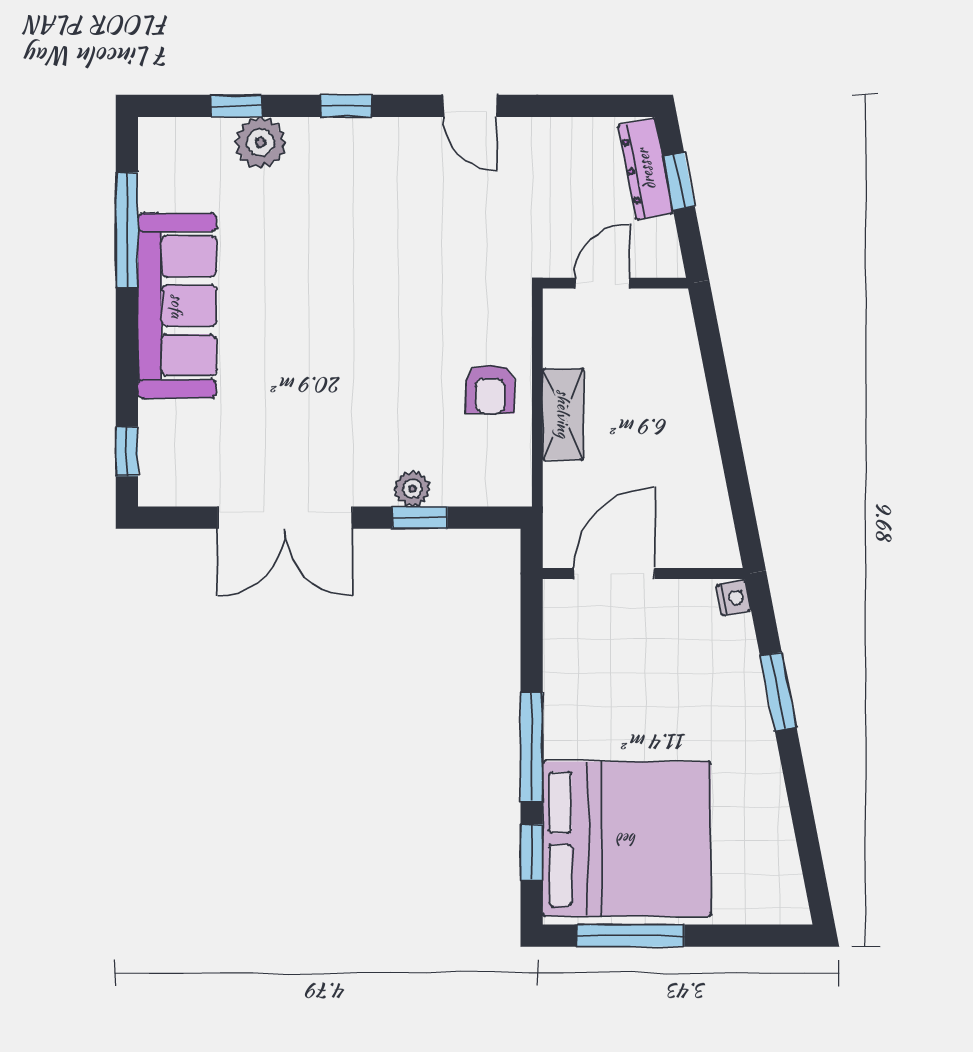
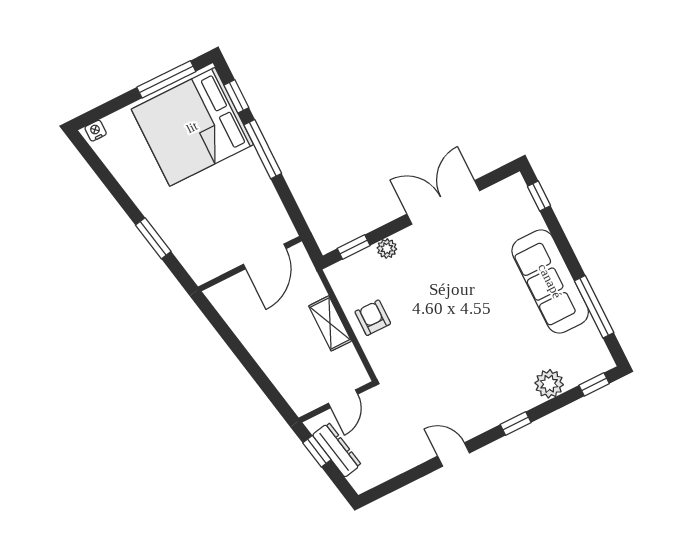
window: (237, 106) -> (594, 384), moved
dresser: (646, 169) -> (337, 450), moved
window: (679, 181) -> (317, 451), moved
window: (420, 518) -> (354, 247), moved
nightstand: (734, 598) -> (96, 131), moved, turned 101

